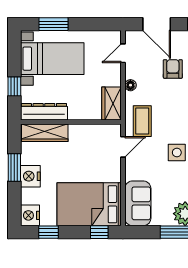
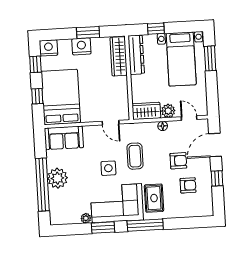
plant: (113, 78) -> (168, 111), added
coffee table: (142, 121) -> (135, 156), moved, turned 90
window: (99, 232) -> (37, 96), moved

